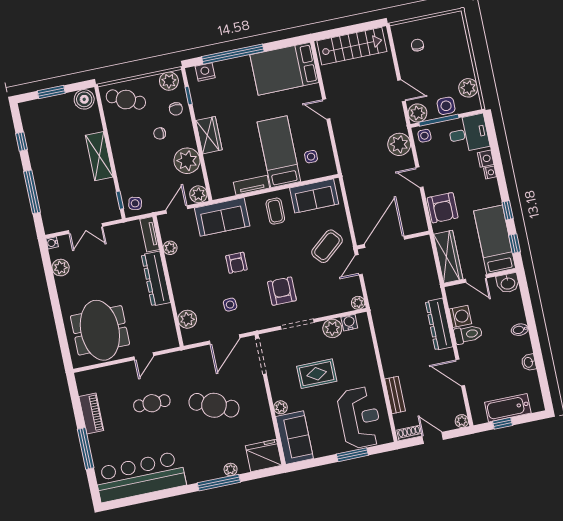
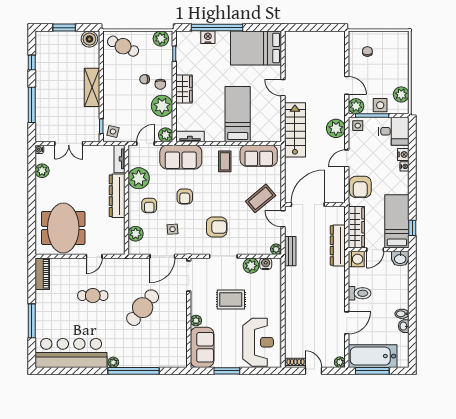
stairs: (352, 46) -> (295, 130), moved, turned -90
nightstand: (205, 72) -> (208, 37), moved
chair: (176, 109) -> (160, 84), moved
side table: (311, 157) -> (263, 123), removed
door: (420, 177) -> (347, 158), hinge flipped
tv unit: (252, 185) -> (190, 136), moved
window: (508, 210) -> (412, 200), removed
plant: (170, 248) -> (139, 178), width x1.87, depth x1.87
door: (359, 265) -> (283, 219), hinge flipped
door: (476, 279) -> (375, 250), hinge flipped
armchair: (196, 282) -> (149, 206), added
armchair: (282, 291) -> (217, 227), turned 90
washing machine: (460, 316) -> (356, 259), moved
dresser: (439, 324) -> (338, 245), moved
bidet: (520, 330) -> (402, 314), moved
door: (460, 373) -> (347, 323), swing flipped
bench: (395, 395) -> (290, 251), moved
cafe table: (214, 405) -> (143, 308), turned -74
bathtub: (508, 408) -> (373, 356), width x1.36, depth x1.36
piano: (91, 414) -> (42, 274), moved
window: (502, 423) -> (372, 371), width x2.17
fridge: (264, 455) -> (174, 356), removed
window: (352, 455) -> (227, 371), moved
plant: (231, 469) -> (113, 362), moved
window: (219, 483) -> (133, 371), width x1.46

